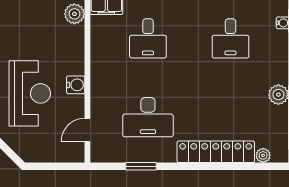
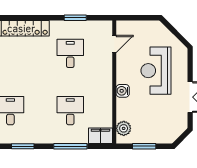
water cooler: (76, 85) -> (123, 91), moved
desk: (148, 117) -> (70, 53), width x0.73

